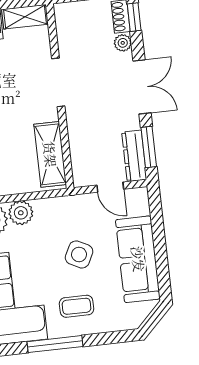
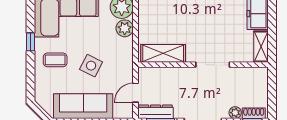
coffee table: (77, 306) -> (55, 60), turned 90
window: (55, 344) -> (30, 42), width x0.46

